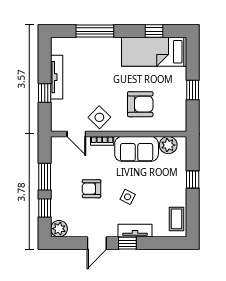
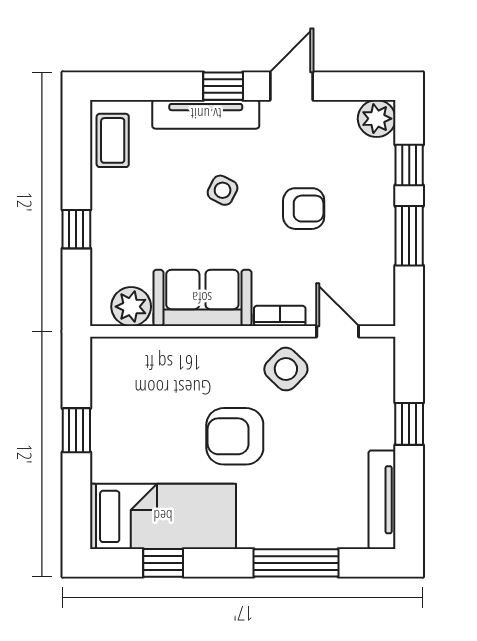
tv unit: (57, 77) -> (382, 500), moved
armchair: (140, 104) -> (235, 436), moved
tv unit: (135, 231) -> (206, 114), width x1.41

